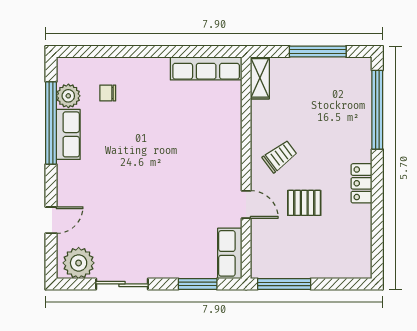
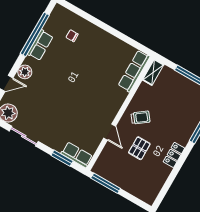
row of seats: (206, 68) -> (134, 71), moved, turned 90
plant: (68, 96) -> (25, 72), moved
pallet: (304, 203) -> (139, 148), turned 90
row of seats: (230, 253) -> (77, 155), moved, turned 90

